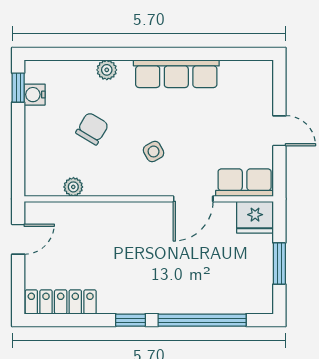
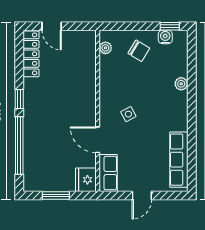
row of seats: (176, 74) -> (179, 160), moved
chair: (92, 129) -> (139, 51), moved
plant: (73, 187) -> (105, 48), moved
door: (18, 239) -> (52, 26), moved

